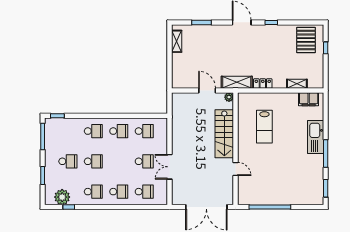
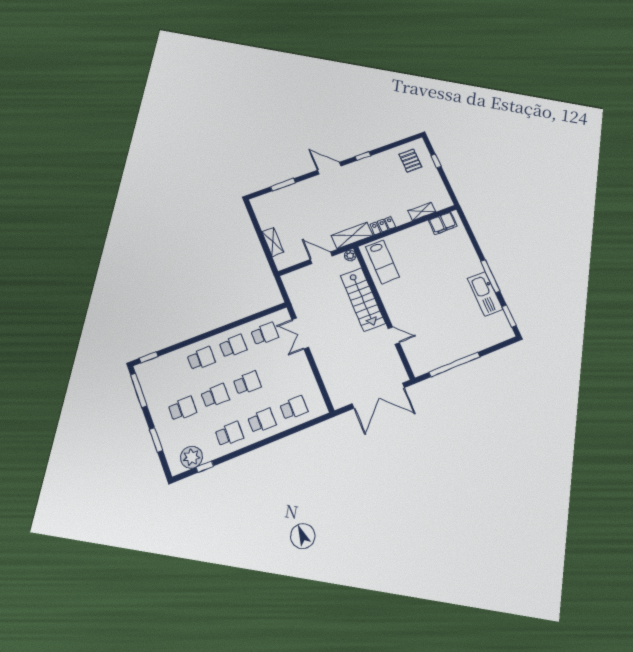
pallet: (306, 40) -> (410, 161), width x0.67, depth x0.71
shelving: (177, 41) -> (273, 242), moved
lab bench: (264, 127) -> (382, 262), moved
kitchen sink: (316, 137) -> (485, 294), moved
school desk: (144, 161) -> (247, 383), moved
double door: (169, 167) -> (300, 333), moved

